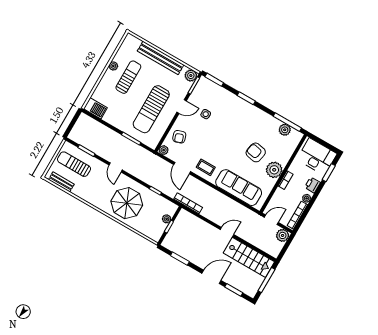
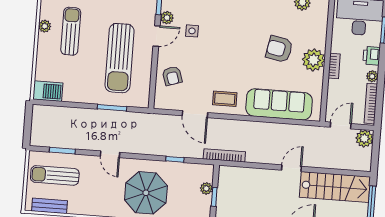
plant: (164, 150) -> (167, 18), moved

